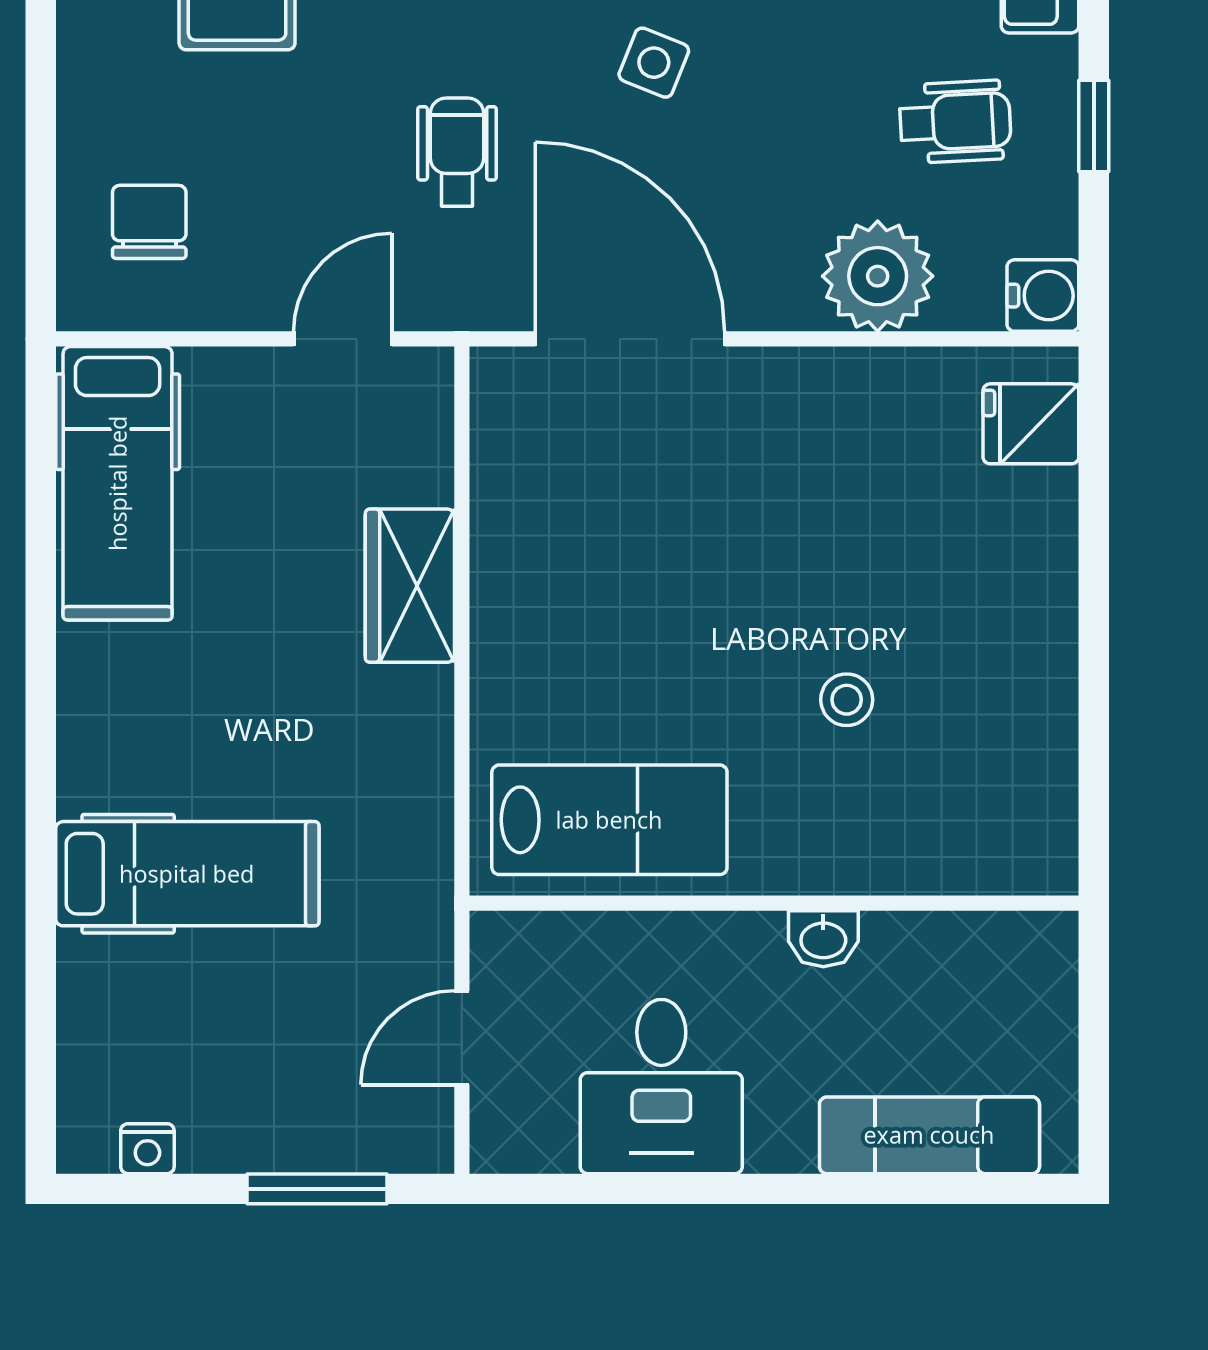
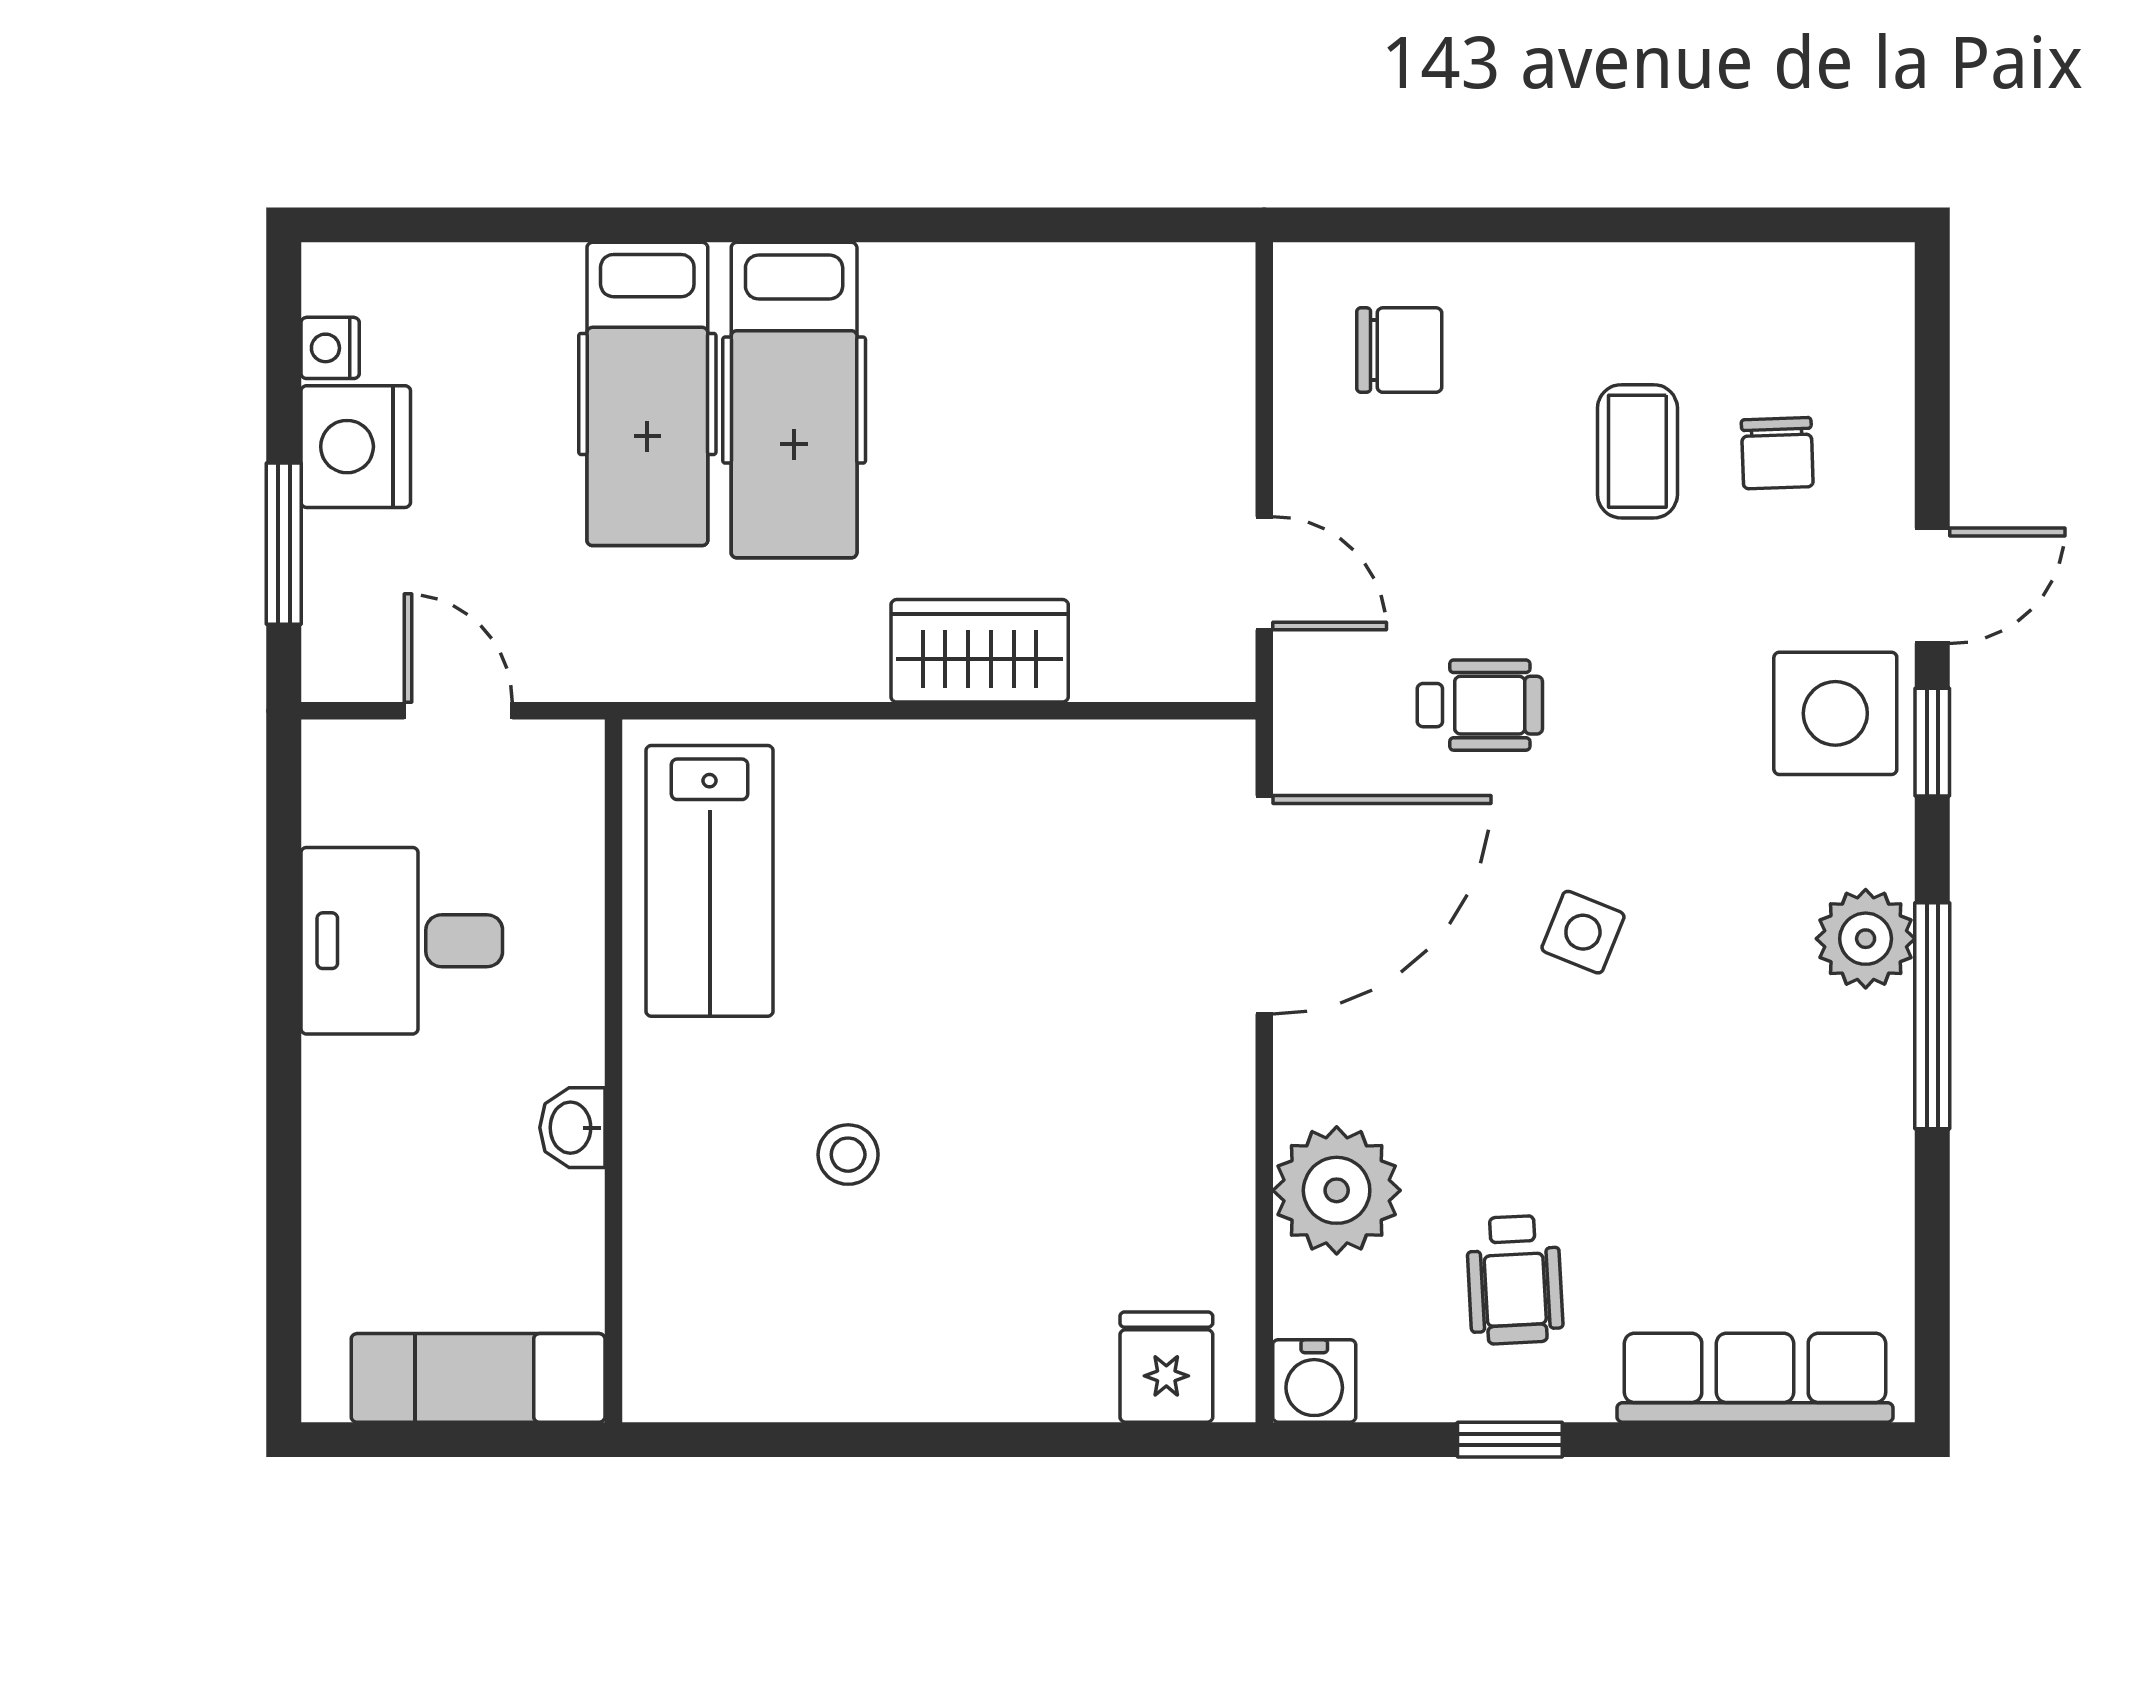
hospital bed: (118, 483) -> (794, 400), moved, turned -90
nightstand: (233, 1126) -> (356, 447), added
exam couch: (929, 1135) -> (478, 1378), moved, turned -90

